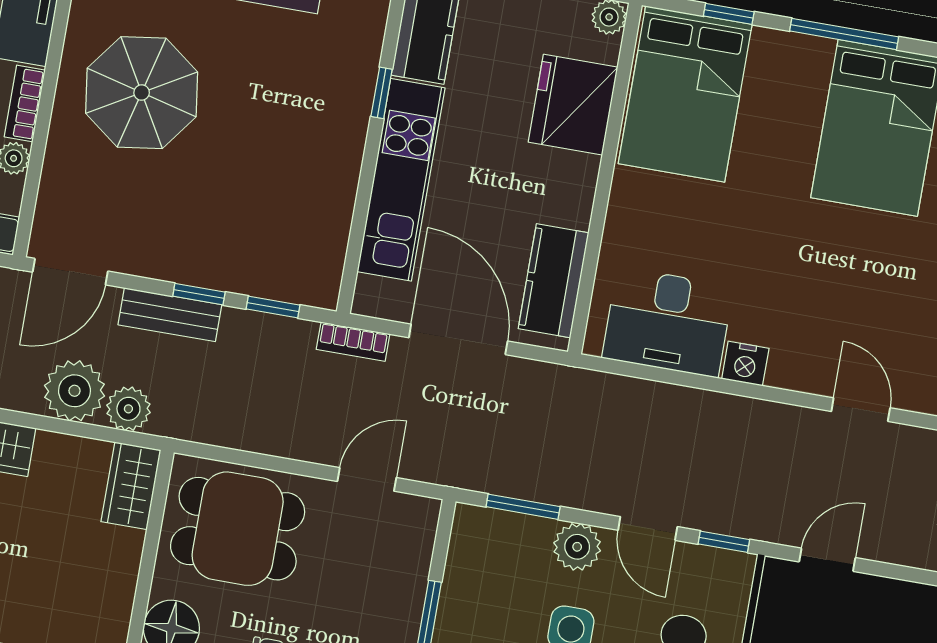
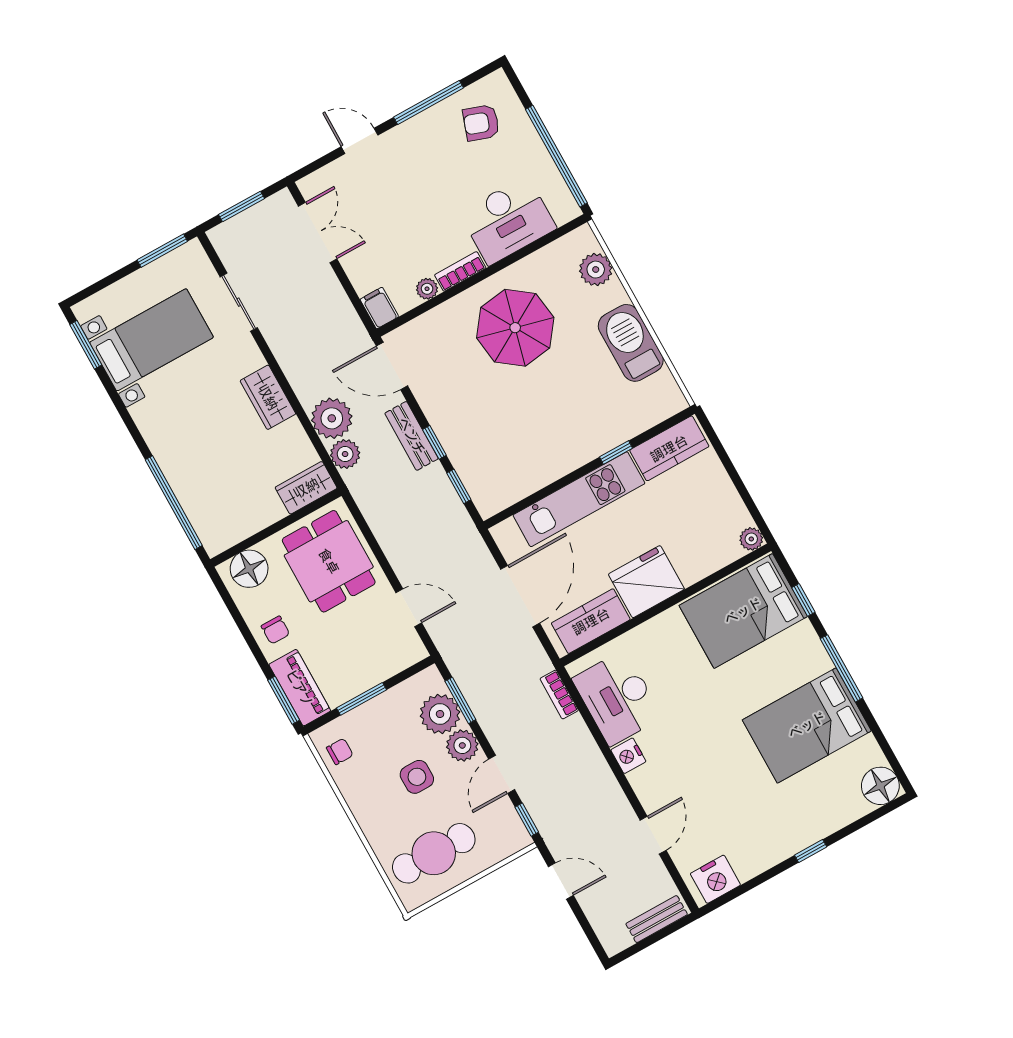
fridge: (573, 105) -> (646, 582), moved
bookcase: (353, 342) -> (559, 694), moved
plant: (520, 543) -> (440, 714), added

